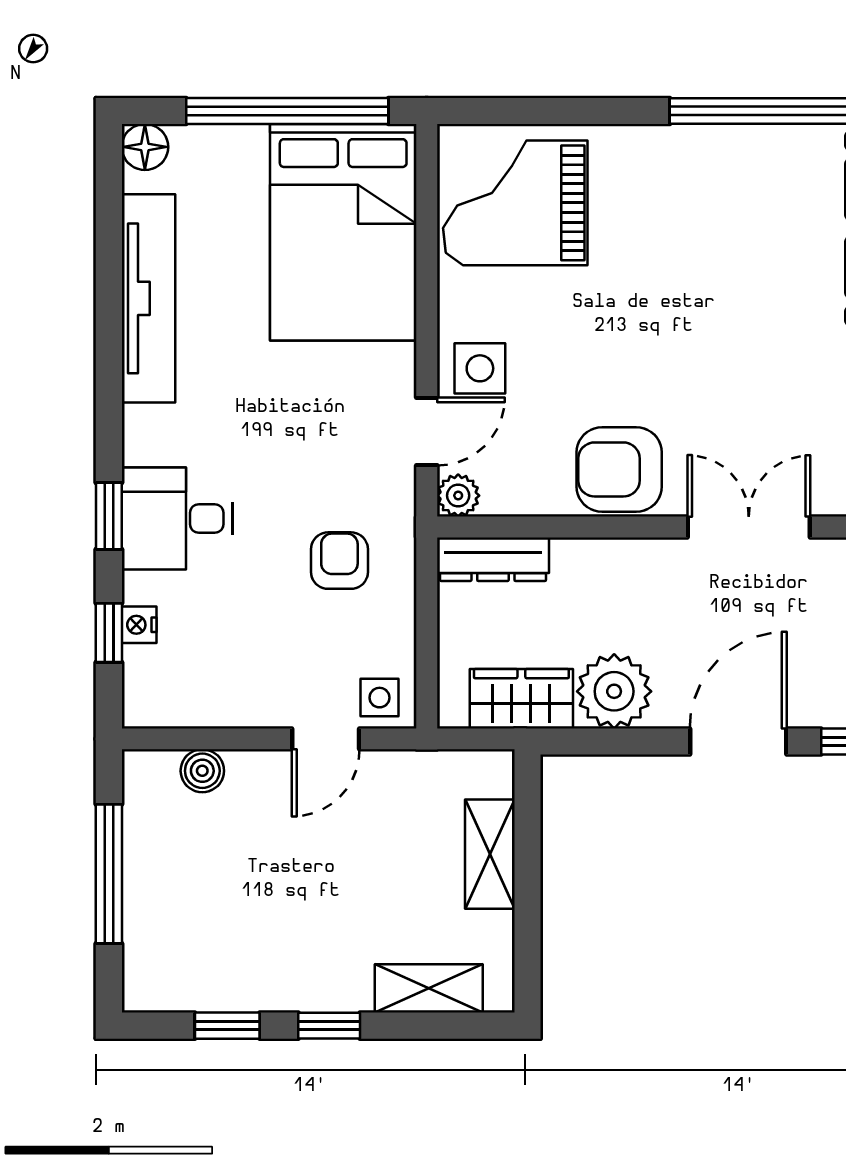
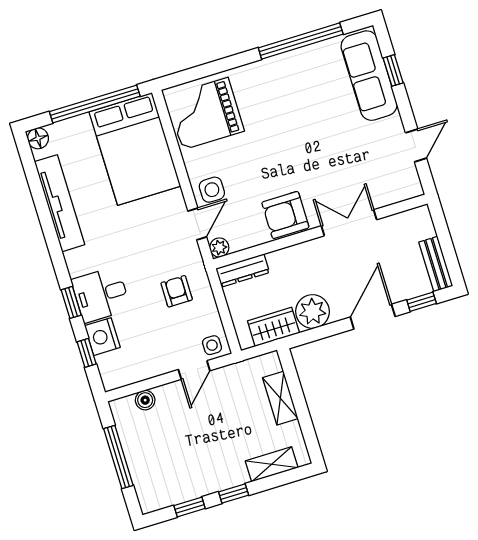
nightstand: (139, 625) -> (102, 337), width x1.89, depth x1.79

